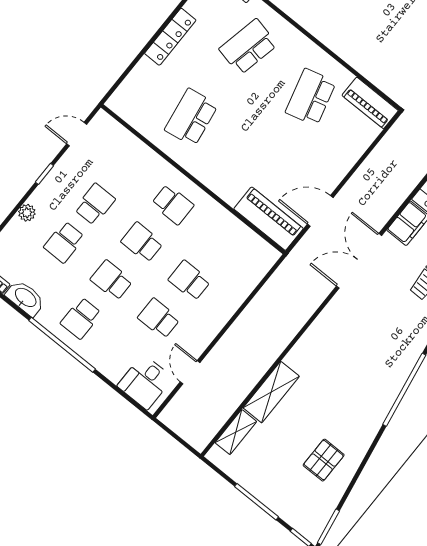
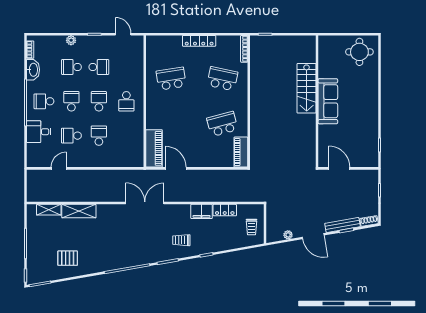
double door: (359, 261) -> (145, 203), moved
school desk: (159, 318) -> (71, 136), turned -90
desk: (145, 382) -> (39, 132), moved

